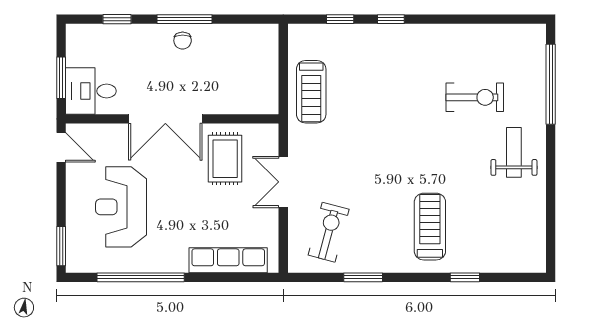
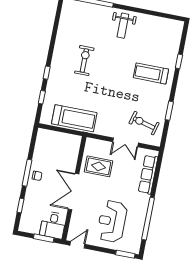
treadmill: (311, 92) -> (74, 118), width x1.37, depth x1.38
exercise bike: (475, 97) -> (84, 60), moved
double door: (165, 119) -> (73, 192), swing flipped
weight bench: (514, 152) -> (123, 26), turned -90
double door: (283, 182) -> (126, 142), moved
reception desk: (121, 207) -> (112, 221), turned 90

